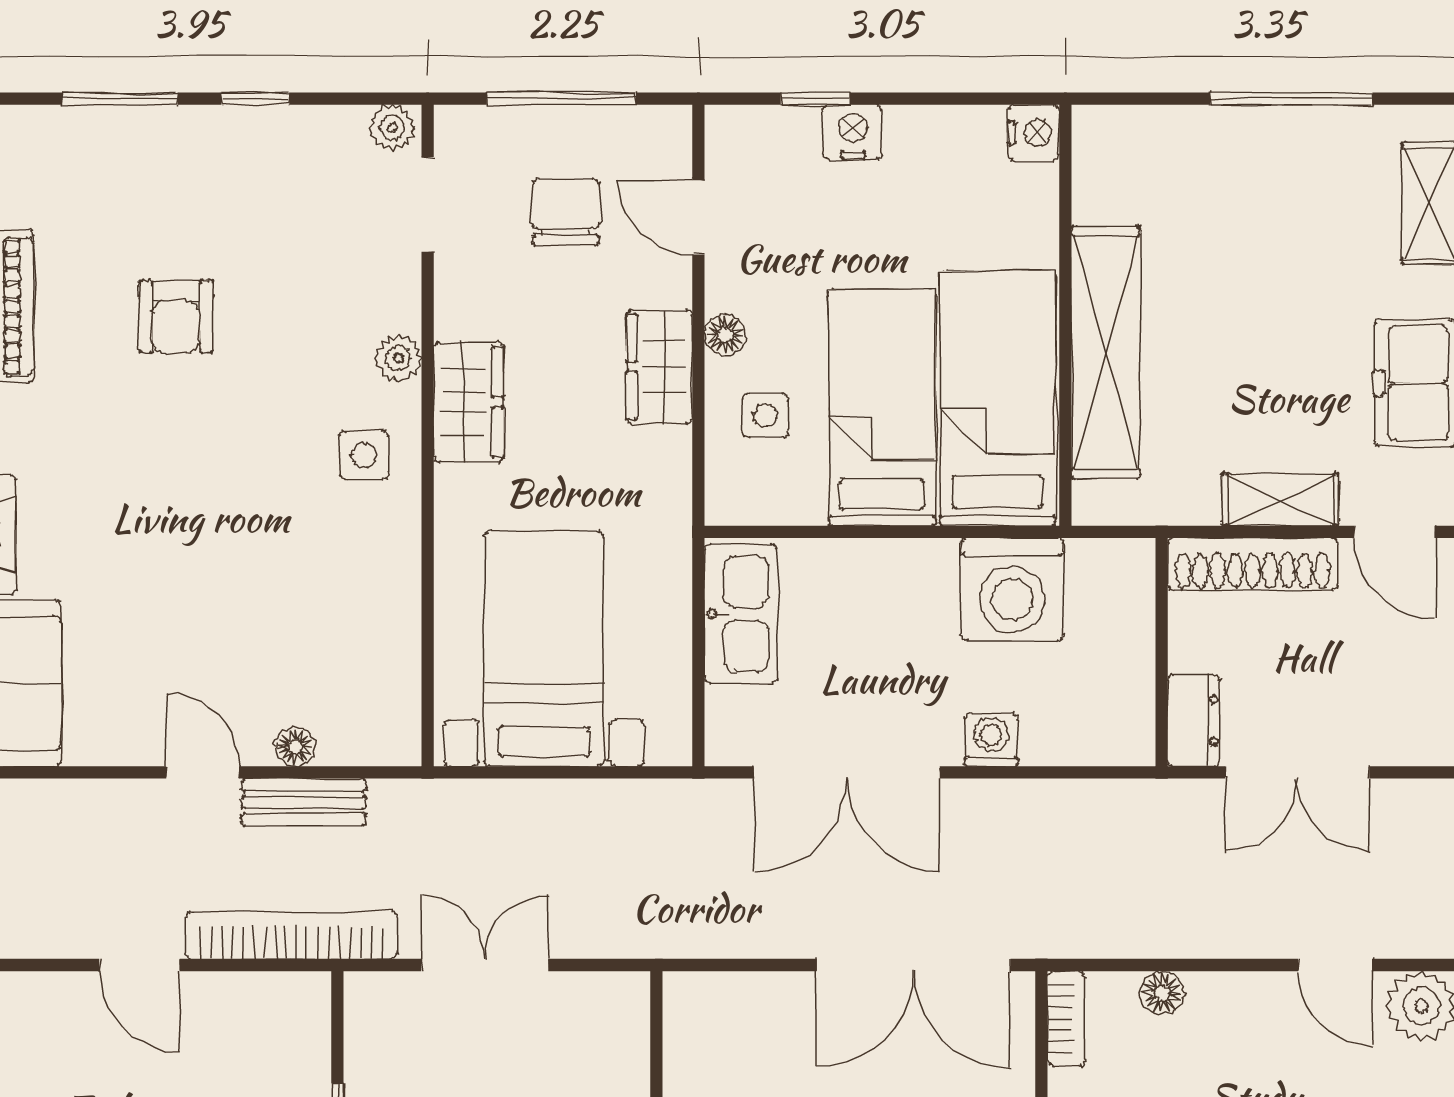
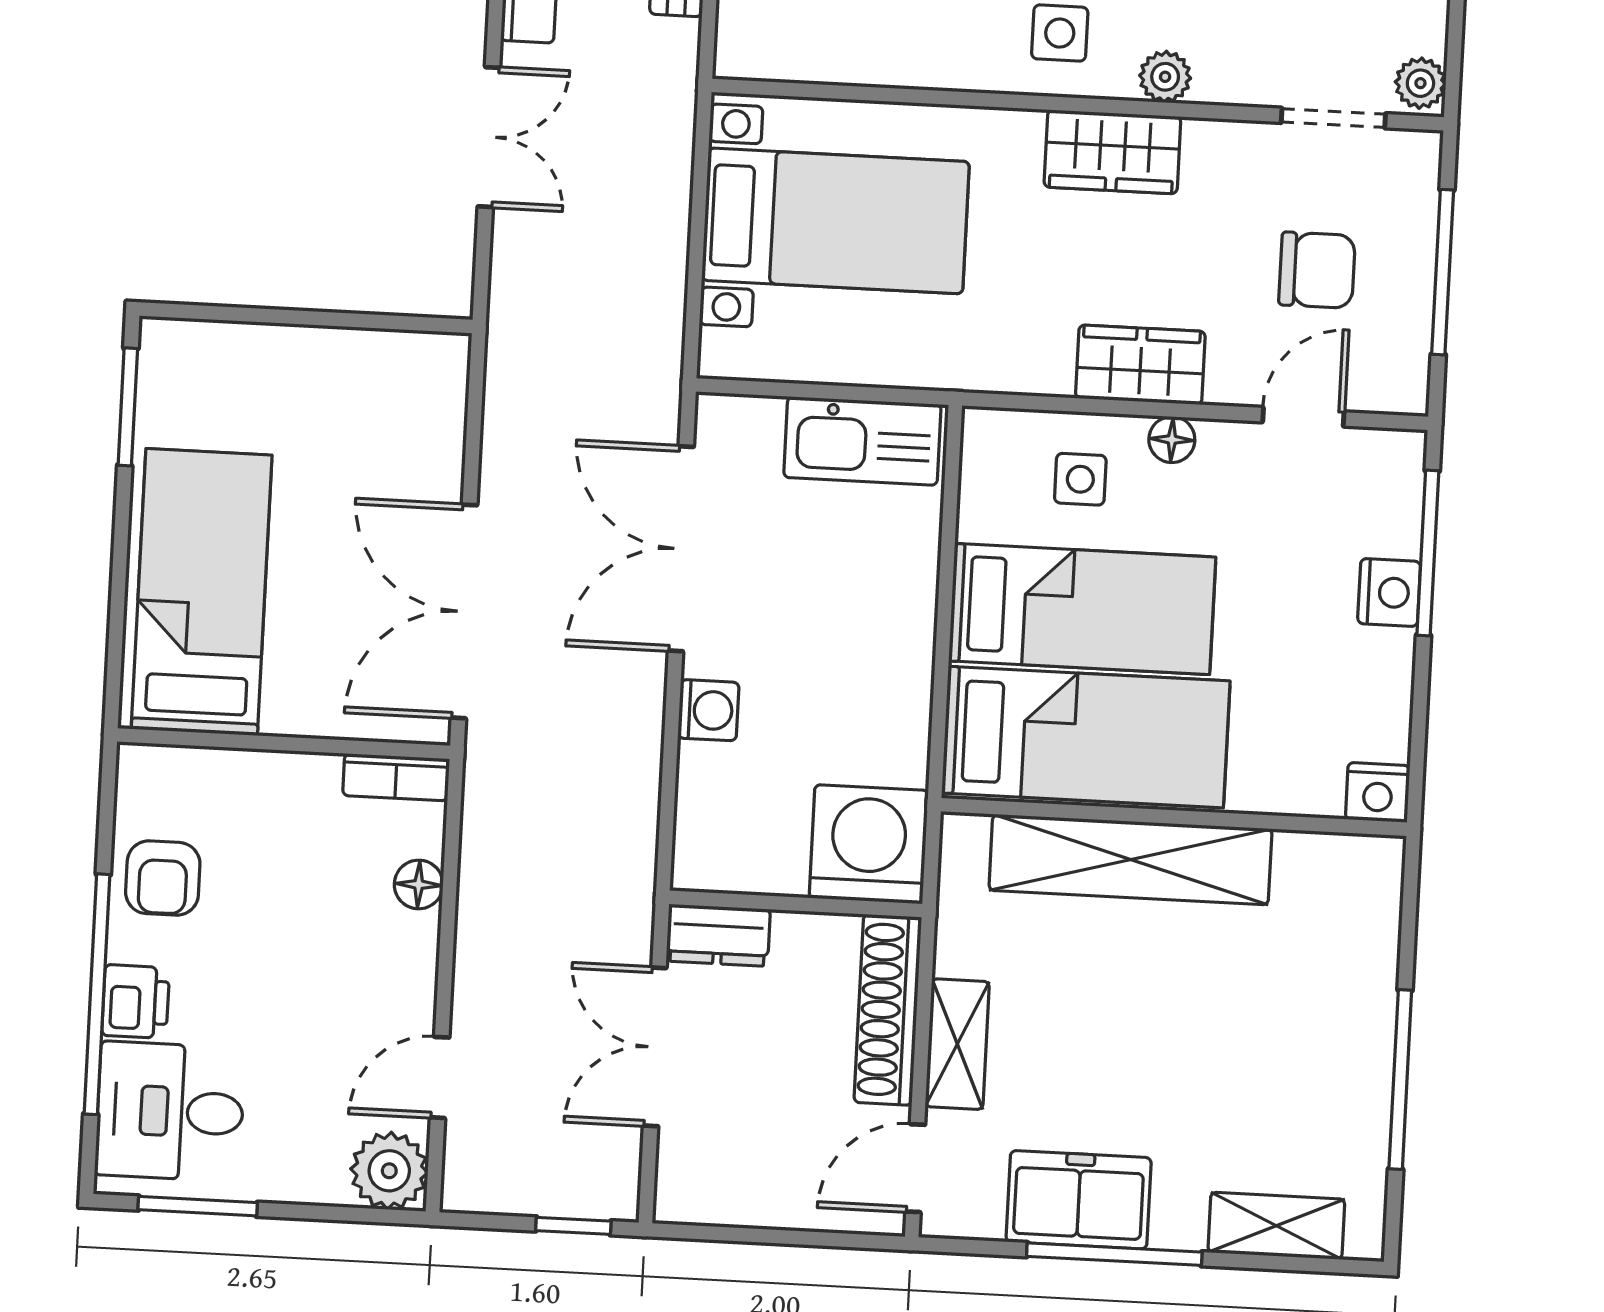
window: (815, 99) -> (1428, 553), width x2.17
washing machine: (1012, 589) -> (869, 844), moved, turned 90

